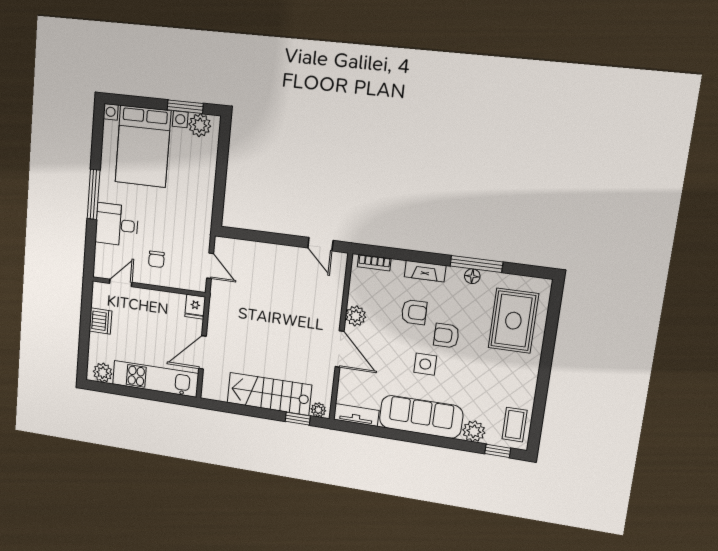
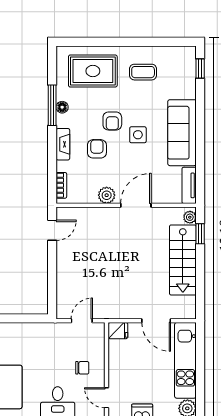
coffee table: (515, 425) -> (143, 72), moved
plant: (474, 431) -> (187, 89), removed

